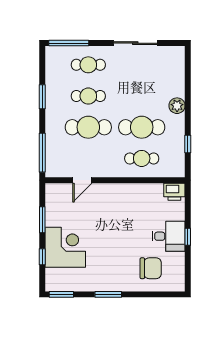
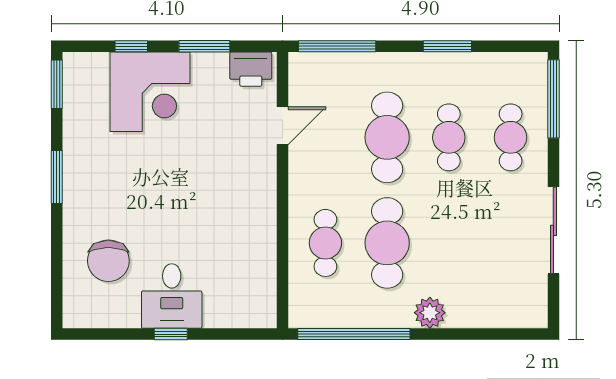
window: (188, 144) -> (354, 334), width x3.17
door: (82, 180) -> (283, 126), swing flipped
printer: (174, 192) -> (251, 69), moved, turned -90

